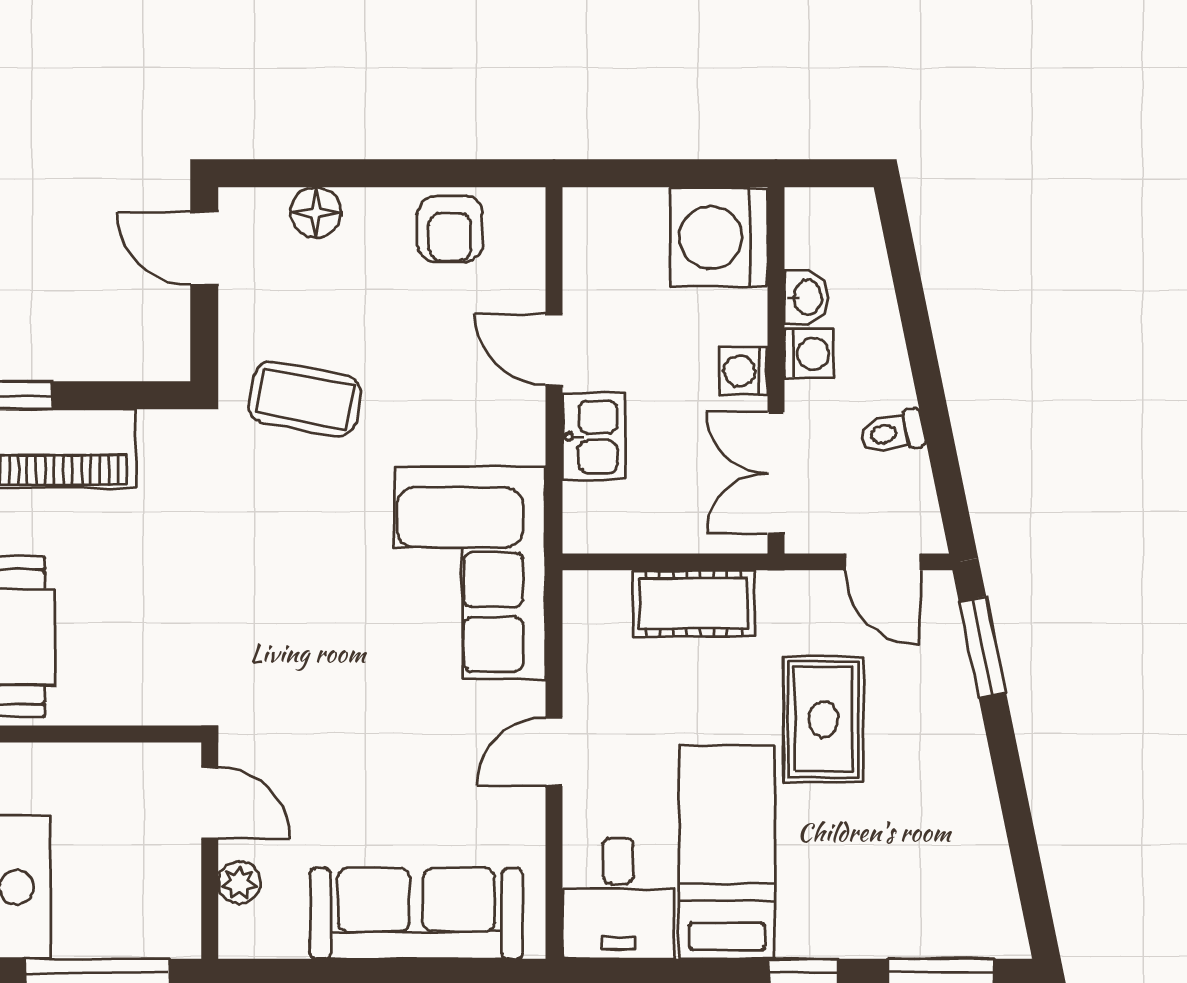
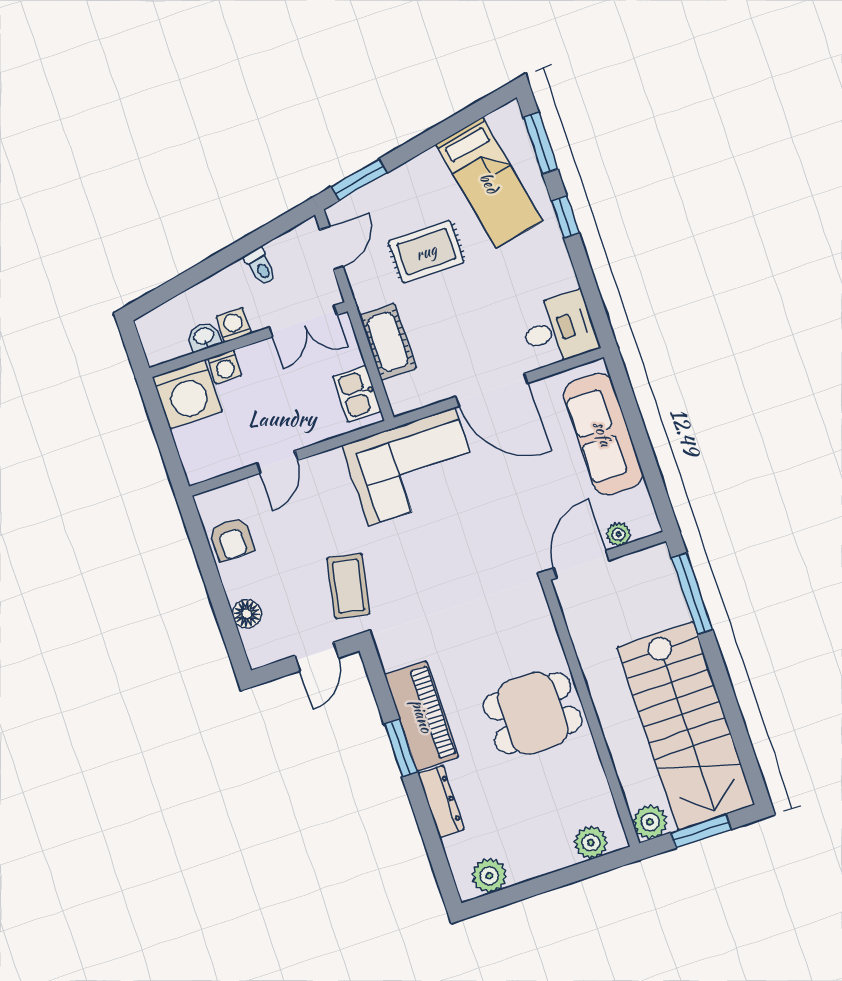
armchair: (450, 229) -> (232, 539), turned 90
door: (204, 248) -> (317, 657), moved
washing machine: (743, 371) -> (225, 367), moved
kitchen sink: (594, 437) -> (357, 394), moved, turned -90
door: (554, 752) -> (492, 390), width x1.88
door: (210, 803) -> (581, 564), width x1.38
bed: (727, 852) -> (489, 183), moved, turned -102

